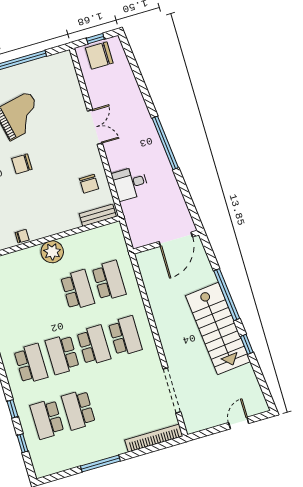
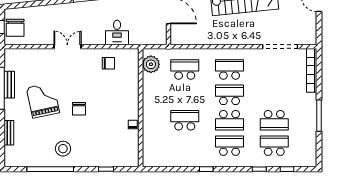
bench: (98, 215) -> (9, 85), moved
plant: (52, 252) -> (151, 64), moved
school desk: (78, 290) -> (185, 120), moved
school desk: (47, 419) -> (274, 146), turned 180

